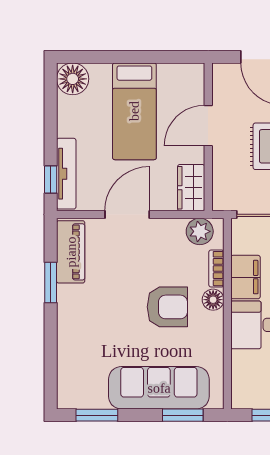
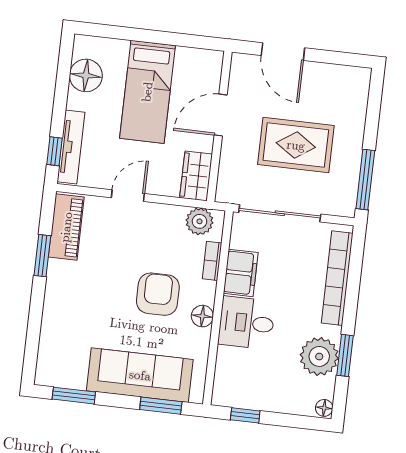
floor lamp: (73, 79) -> (86, 75), moved
door: (127, 214) -> (128, 196), width x0.73
floor lamp: (213, 300) -> (202, 316), moved
armchair: (167, 307) -> (158, 294), turned -90

